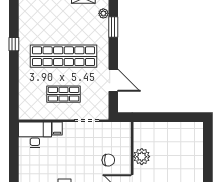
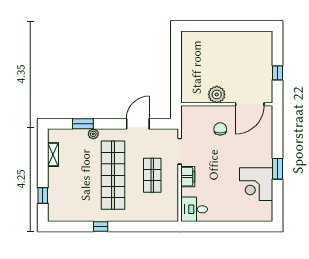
plant: (103, 13) -> (93, 134), moved
filing cabinet: (57, 129) -> (188, 177), width x2.00
desk: (35, 135) -> (194, 209), width x0.73

